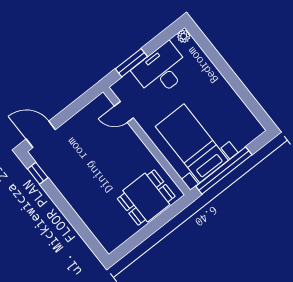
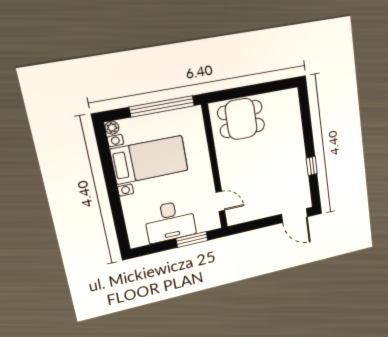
plant: (184, 36) -> (112, 128), moved
bed with nightstands: (192, 143) -> (149, 160), moved, turned -90
window: (38, 173) -> (312, 166), moved

